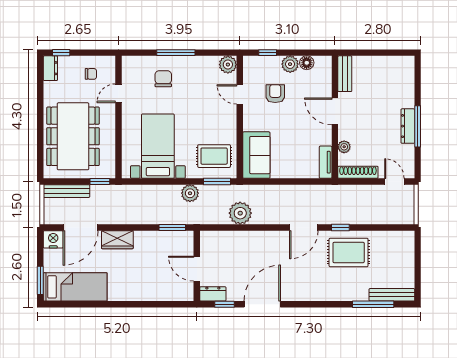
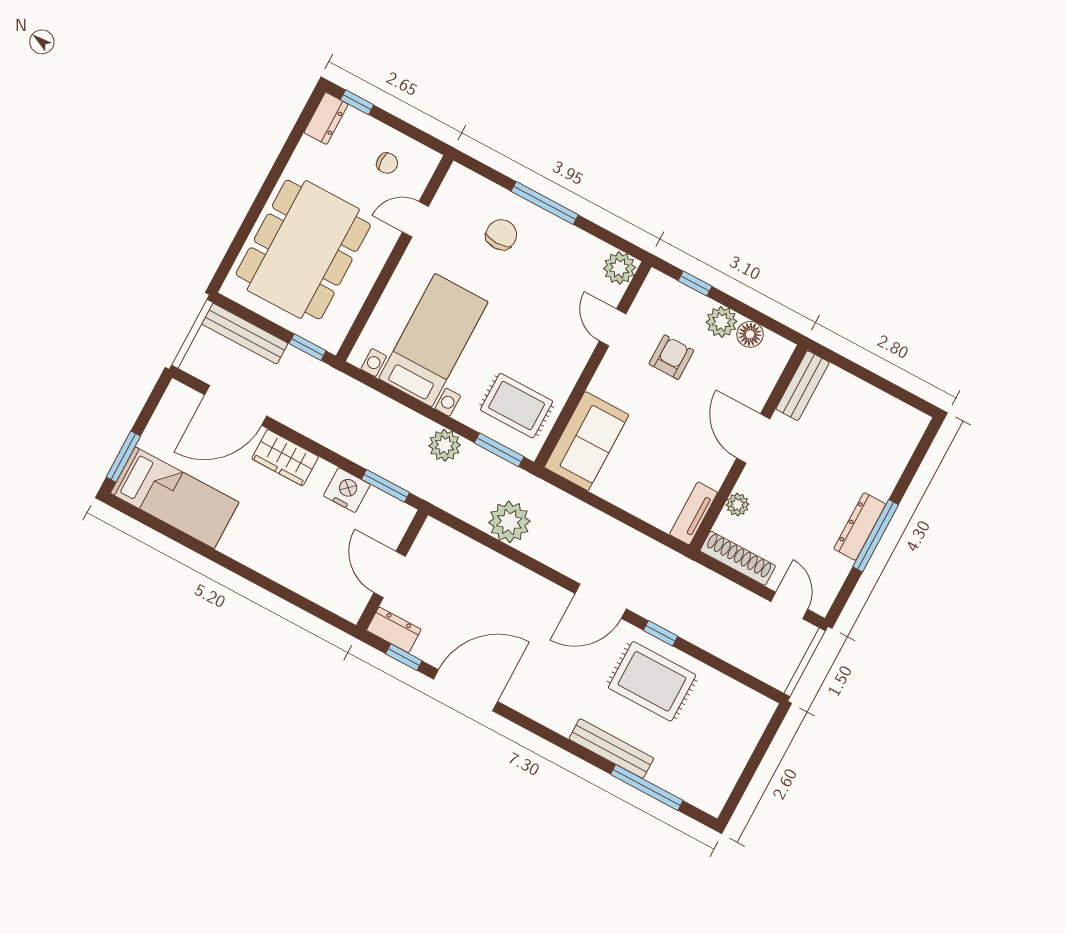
nightstand: (53, 239) -> (347, 490), moved
bench: (392, 295) -> (611, 749), moved

